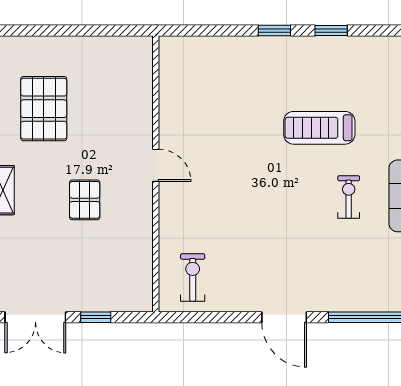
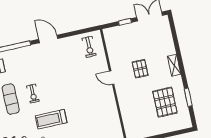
treadmill: (319, 128) -> (51, 119), turned 180
door: (156, 165) -> (112, 78), moved

